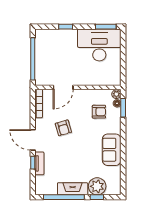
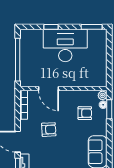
desk: (99, 45) -> (65, 45), moved
door: (63, 87) -> (48, 88), hinge flipped
armchair: (63, 128) -> (49, 130), turned -77

